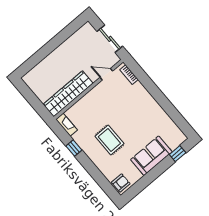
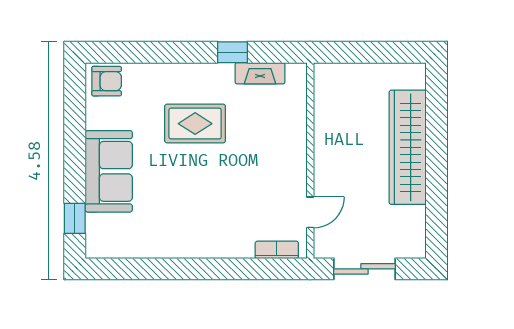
wardrobe: (68, 94) -> (408, 147), moved, turned 180
fireplace: (67, 125) -> (260, 73), moved
armchair: (121, 183) -> (107, 81), turned -90

